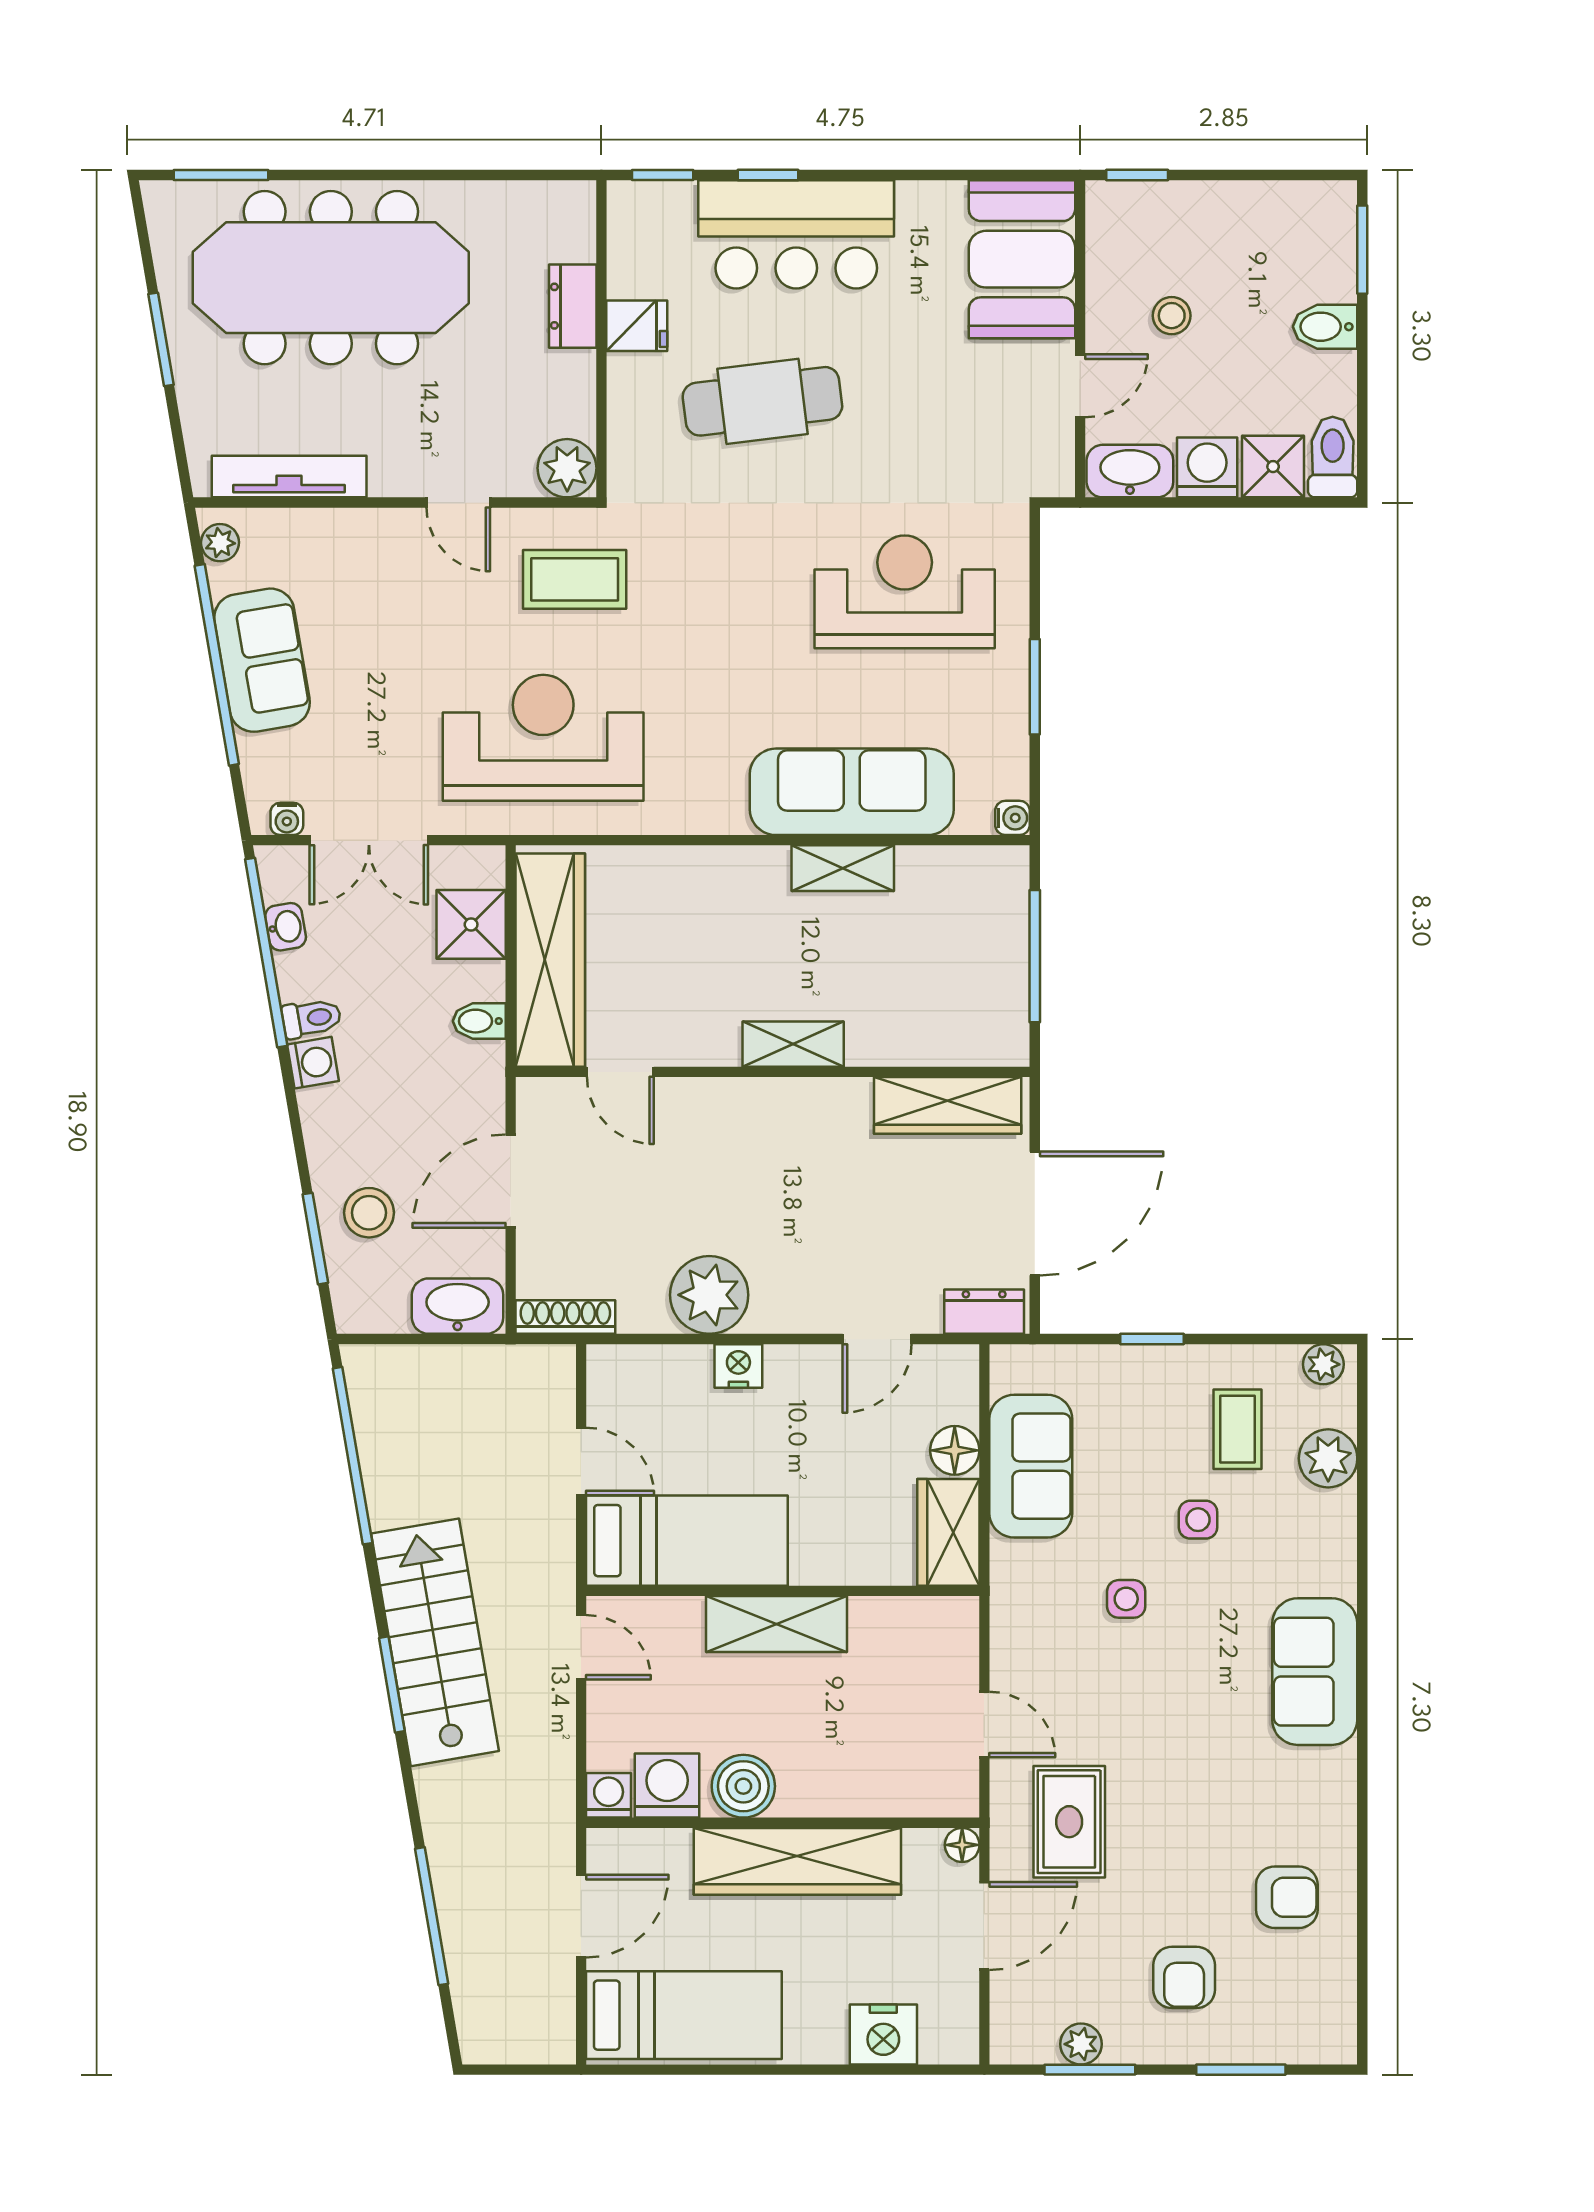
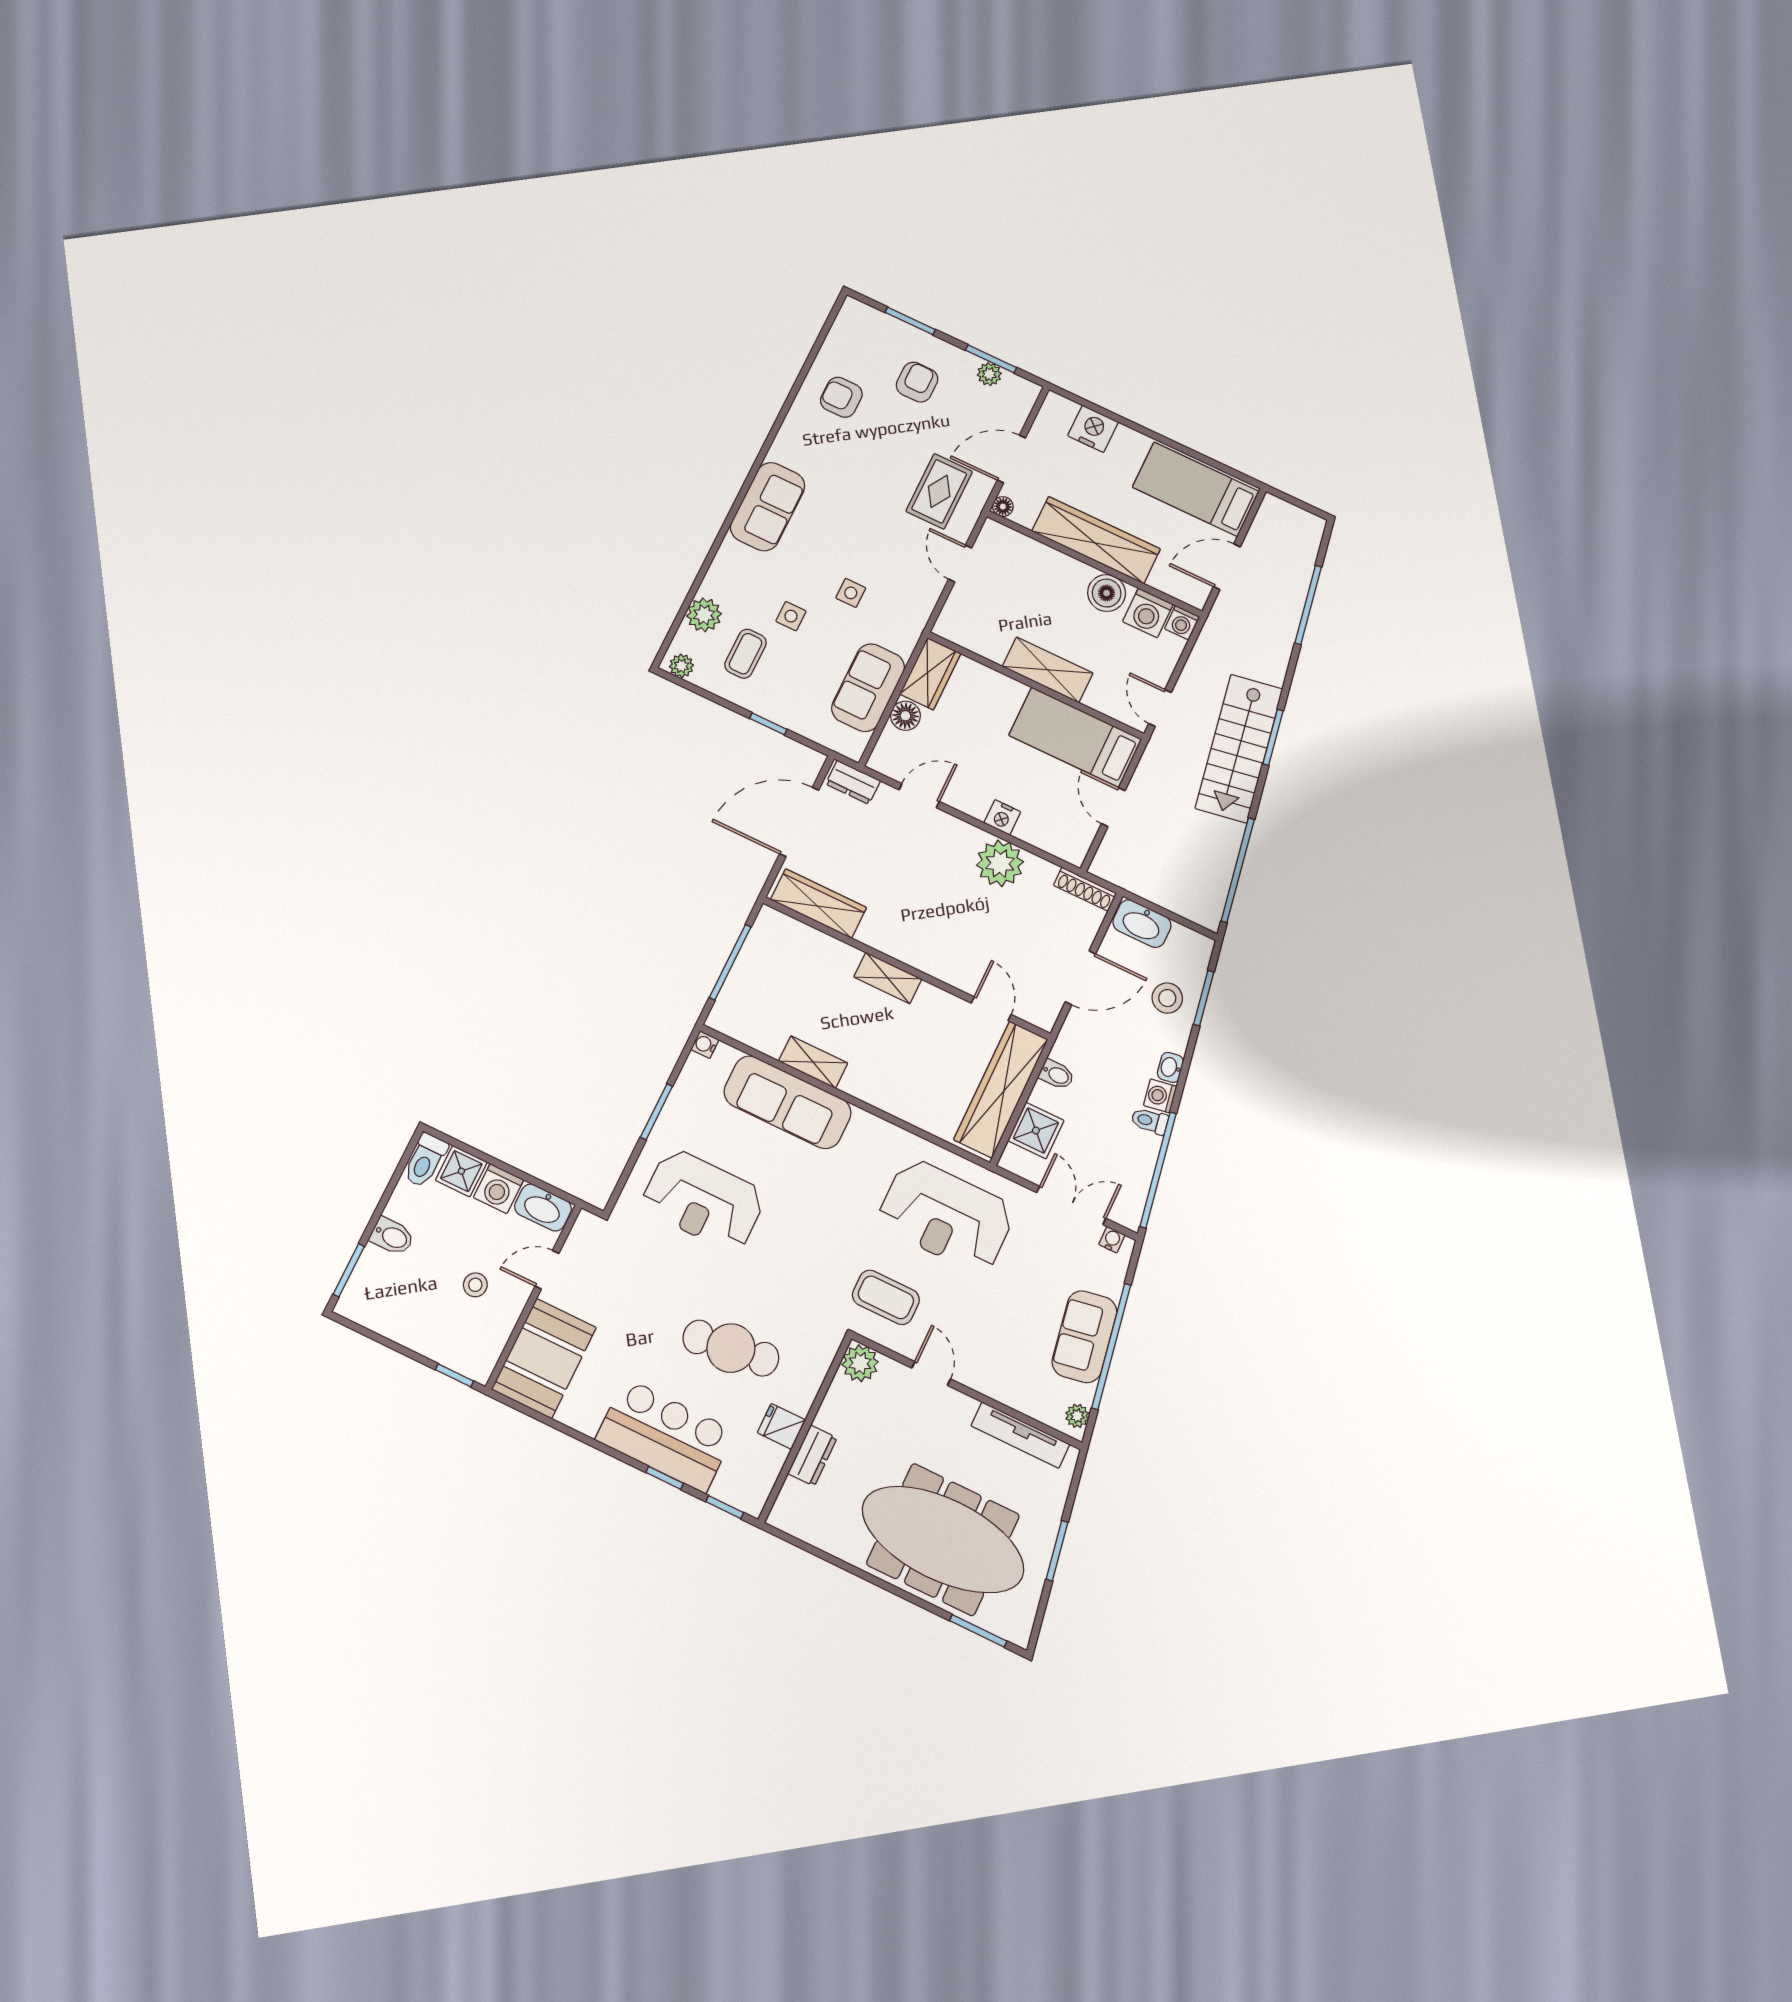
washbasin: (286, 927) -> (1170, 1067), moved

